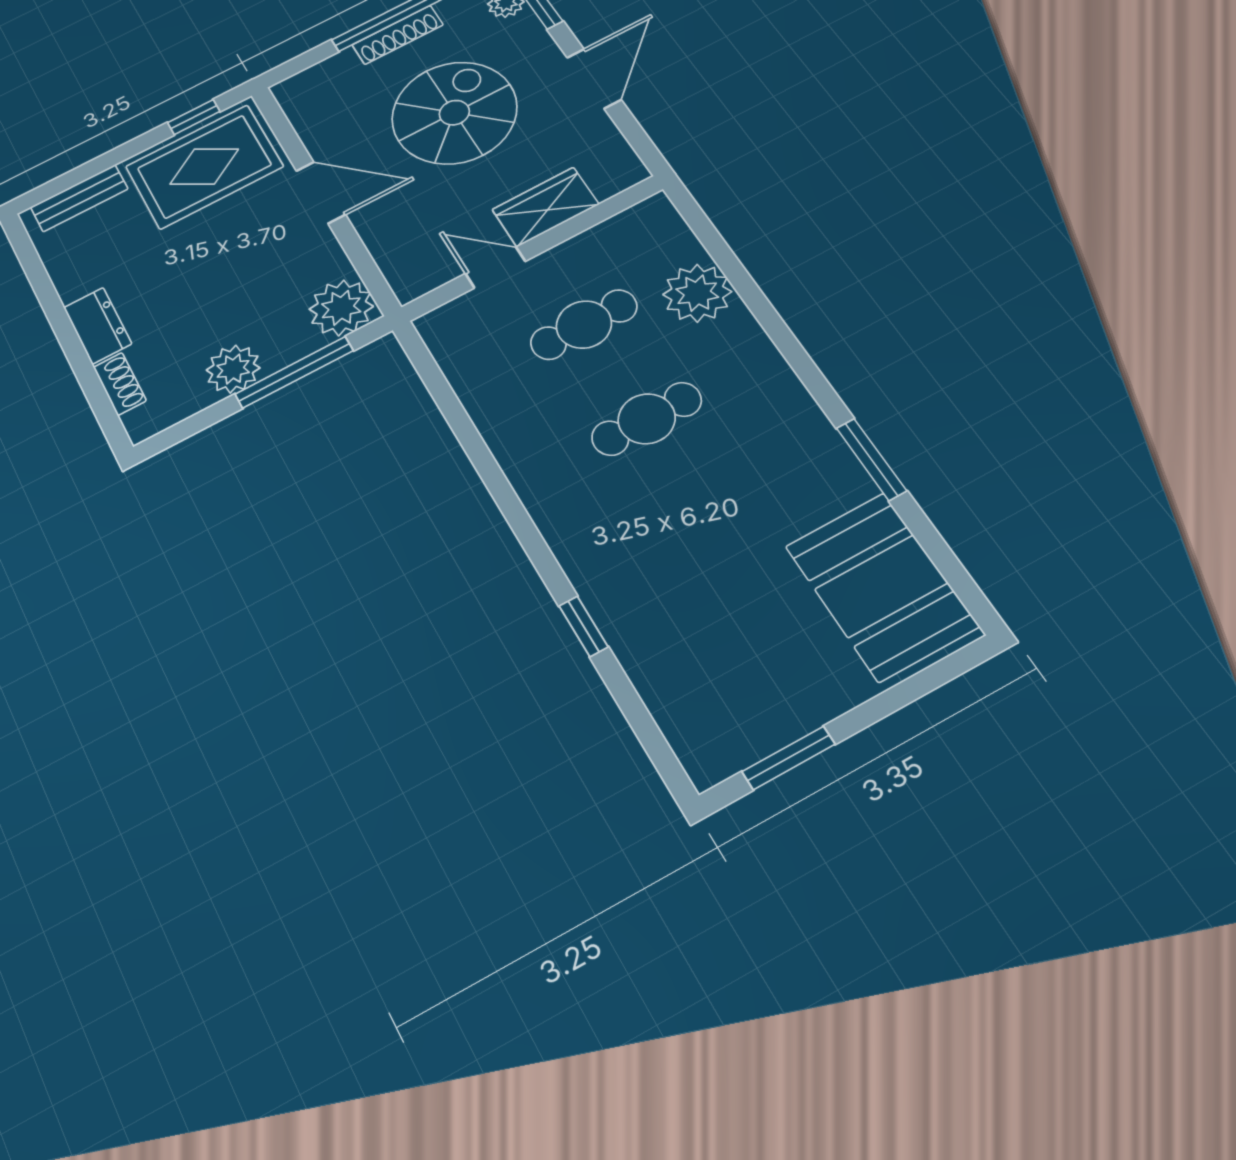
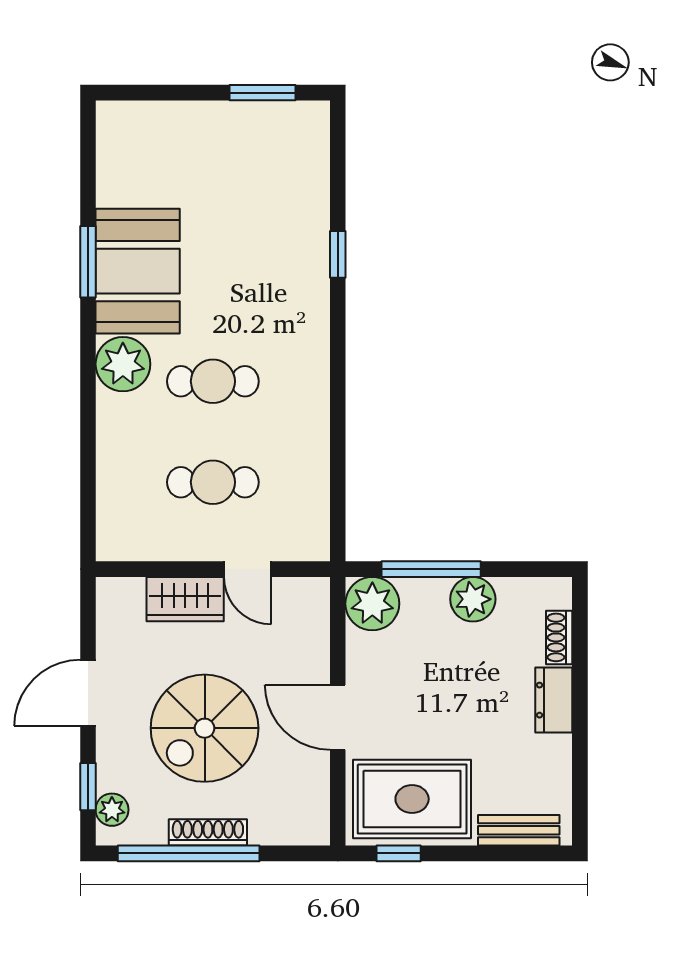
plant: (697, 293) -> (123, 364), moved
booth: (881, 586) -> (138, 271), moved

